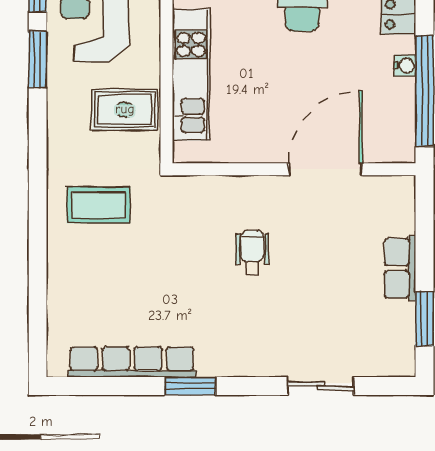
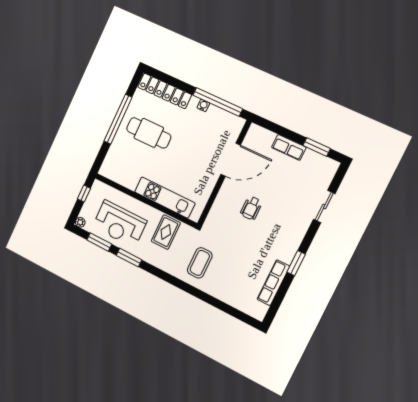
door: (325, 169) -> (231, 160), swing flipped
wheelchair: (252, 253) -> (251, 208), turned -90
row of seats: (132, 362) -> (273, 283), width x0.73

